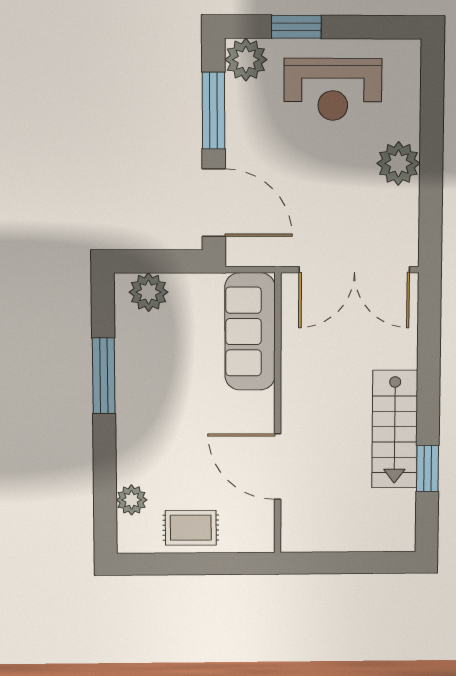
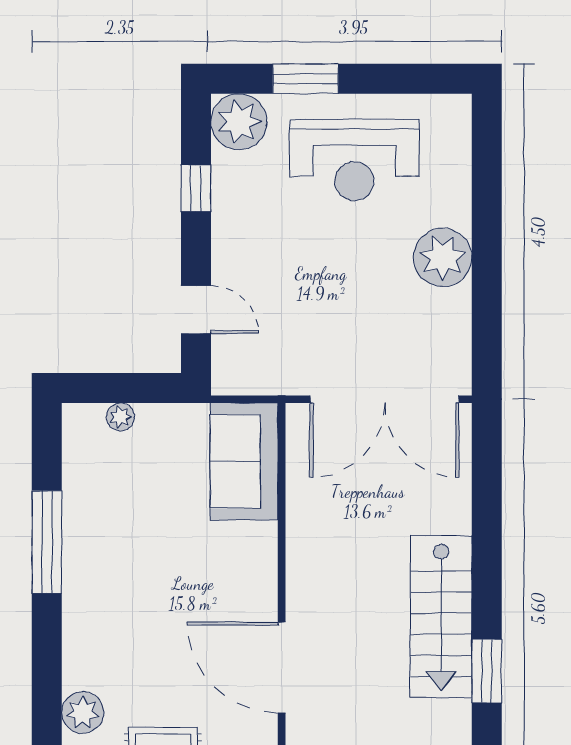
window: (213, 111) -> (196, 188), width x0.46
door: (214, 203) -> (196, 310), width x0.53
plant: (149, 292) -> (120, 417), width x0.53, depth x0.53
sofa: (250, 332) -> (244, 461), width x0.73

